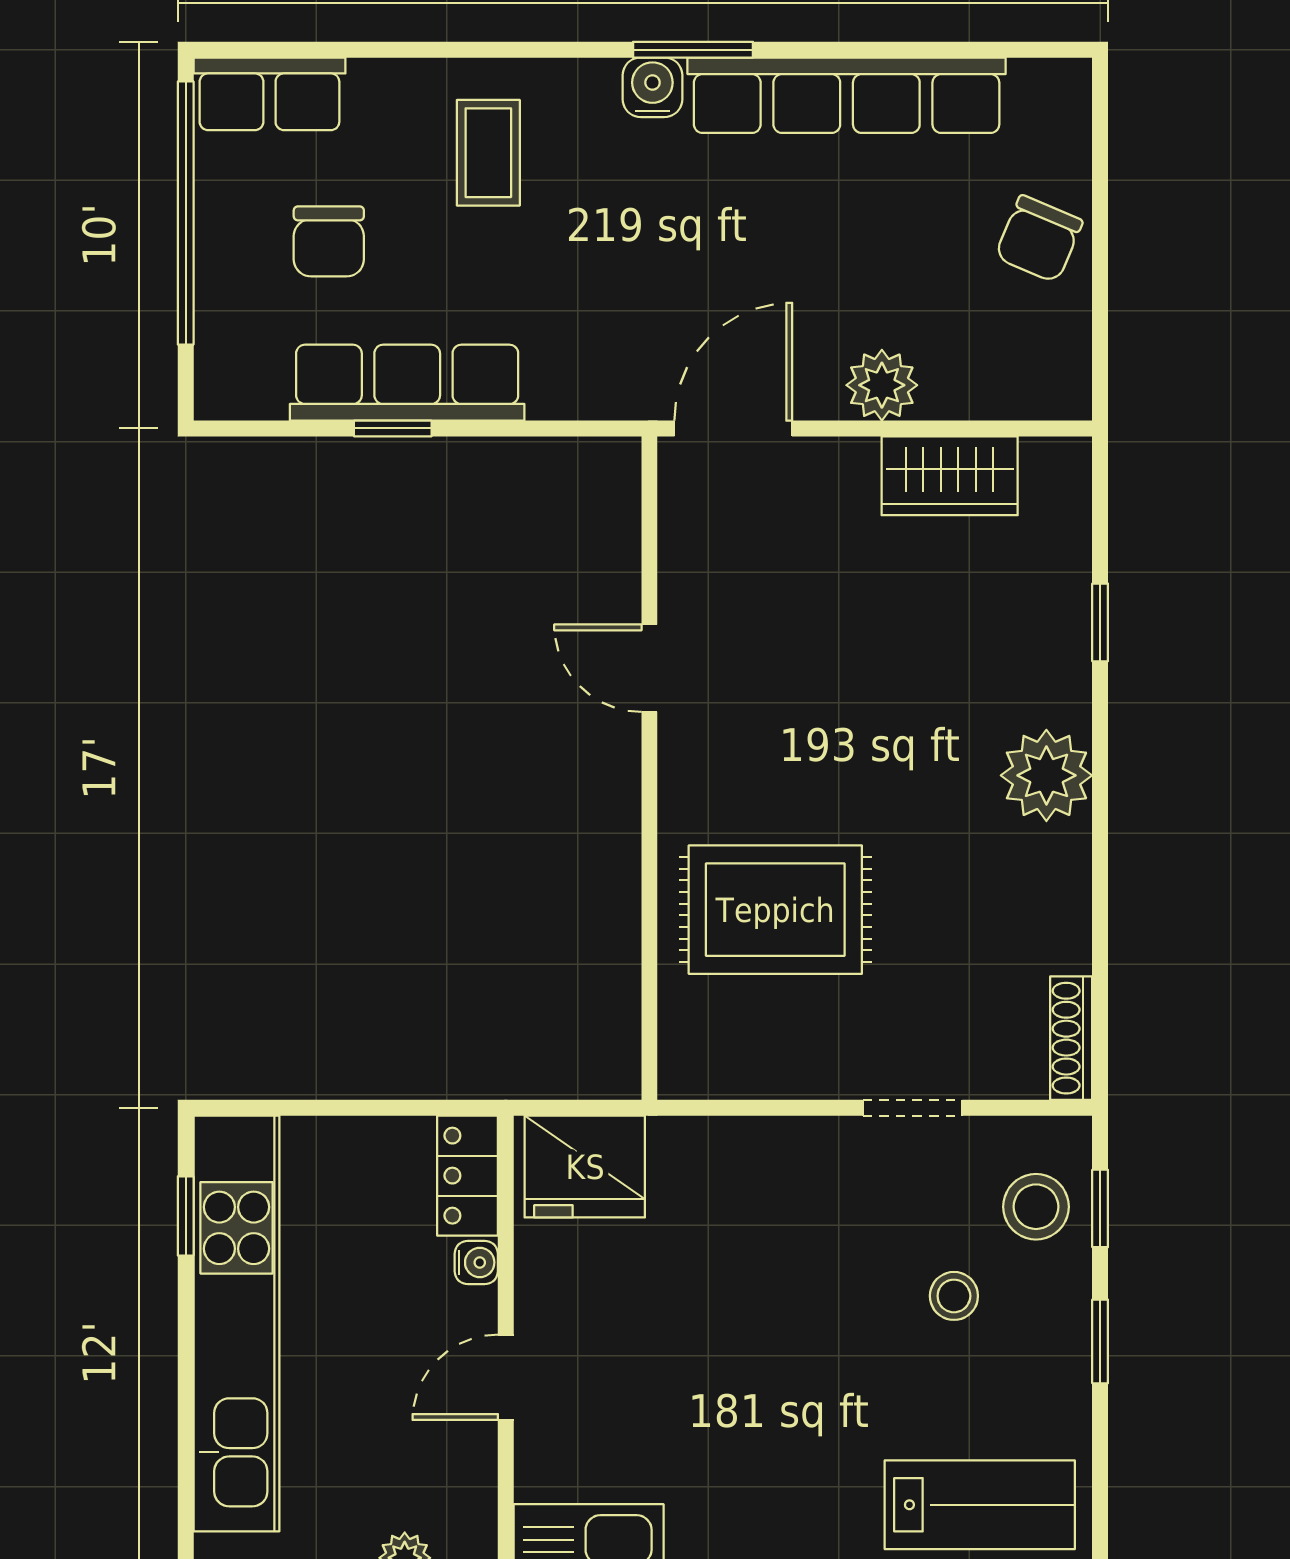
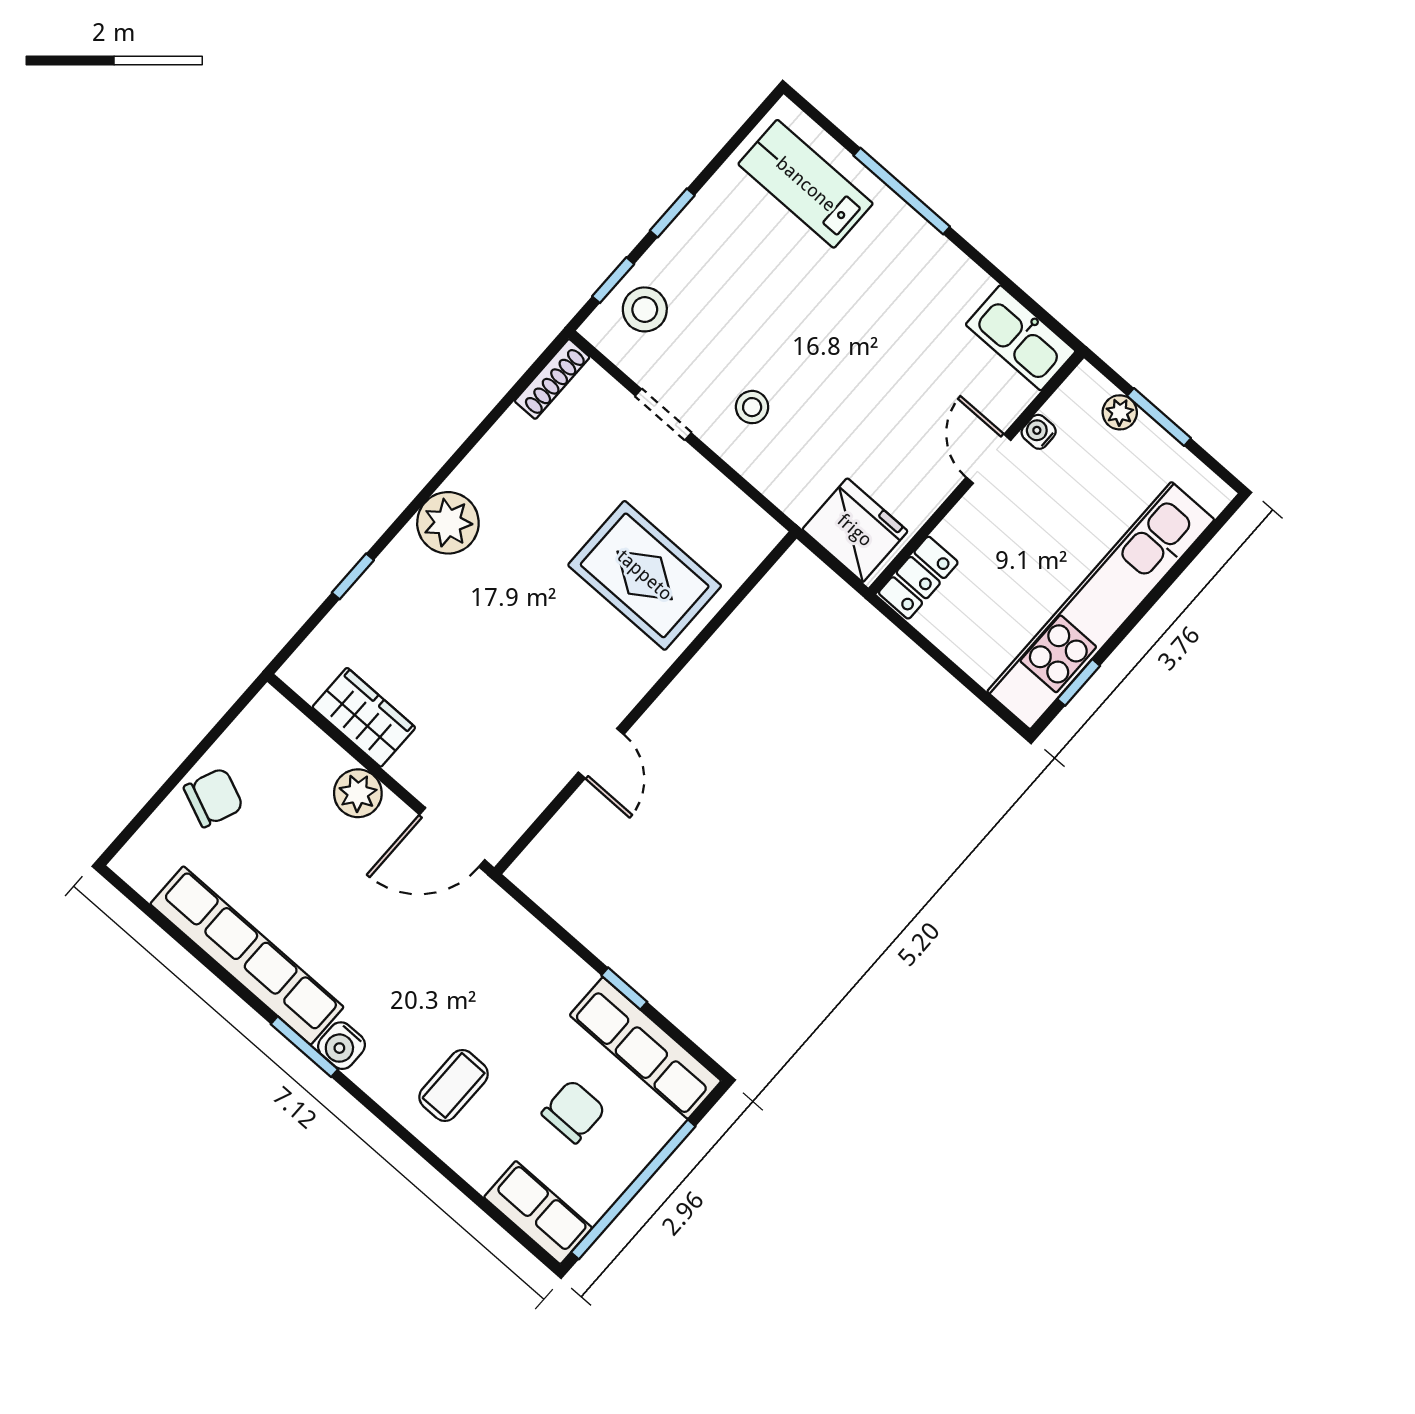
row of seats: (407, 383) -> (645, 1048), moved
water cooler: (476, 1262) -> (1039, 432), moved
stool: (954, 1296) -> (752, 407), moved
door: (506, 1377) -> (989, 459), swing flipped

